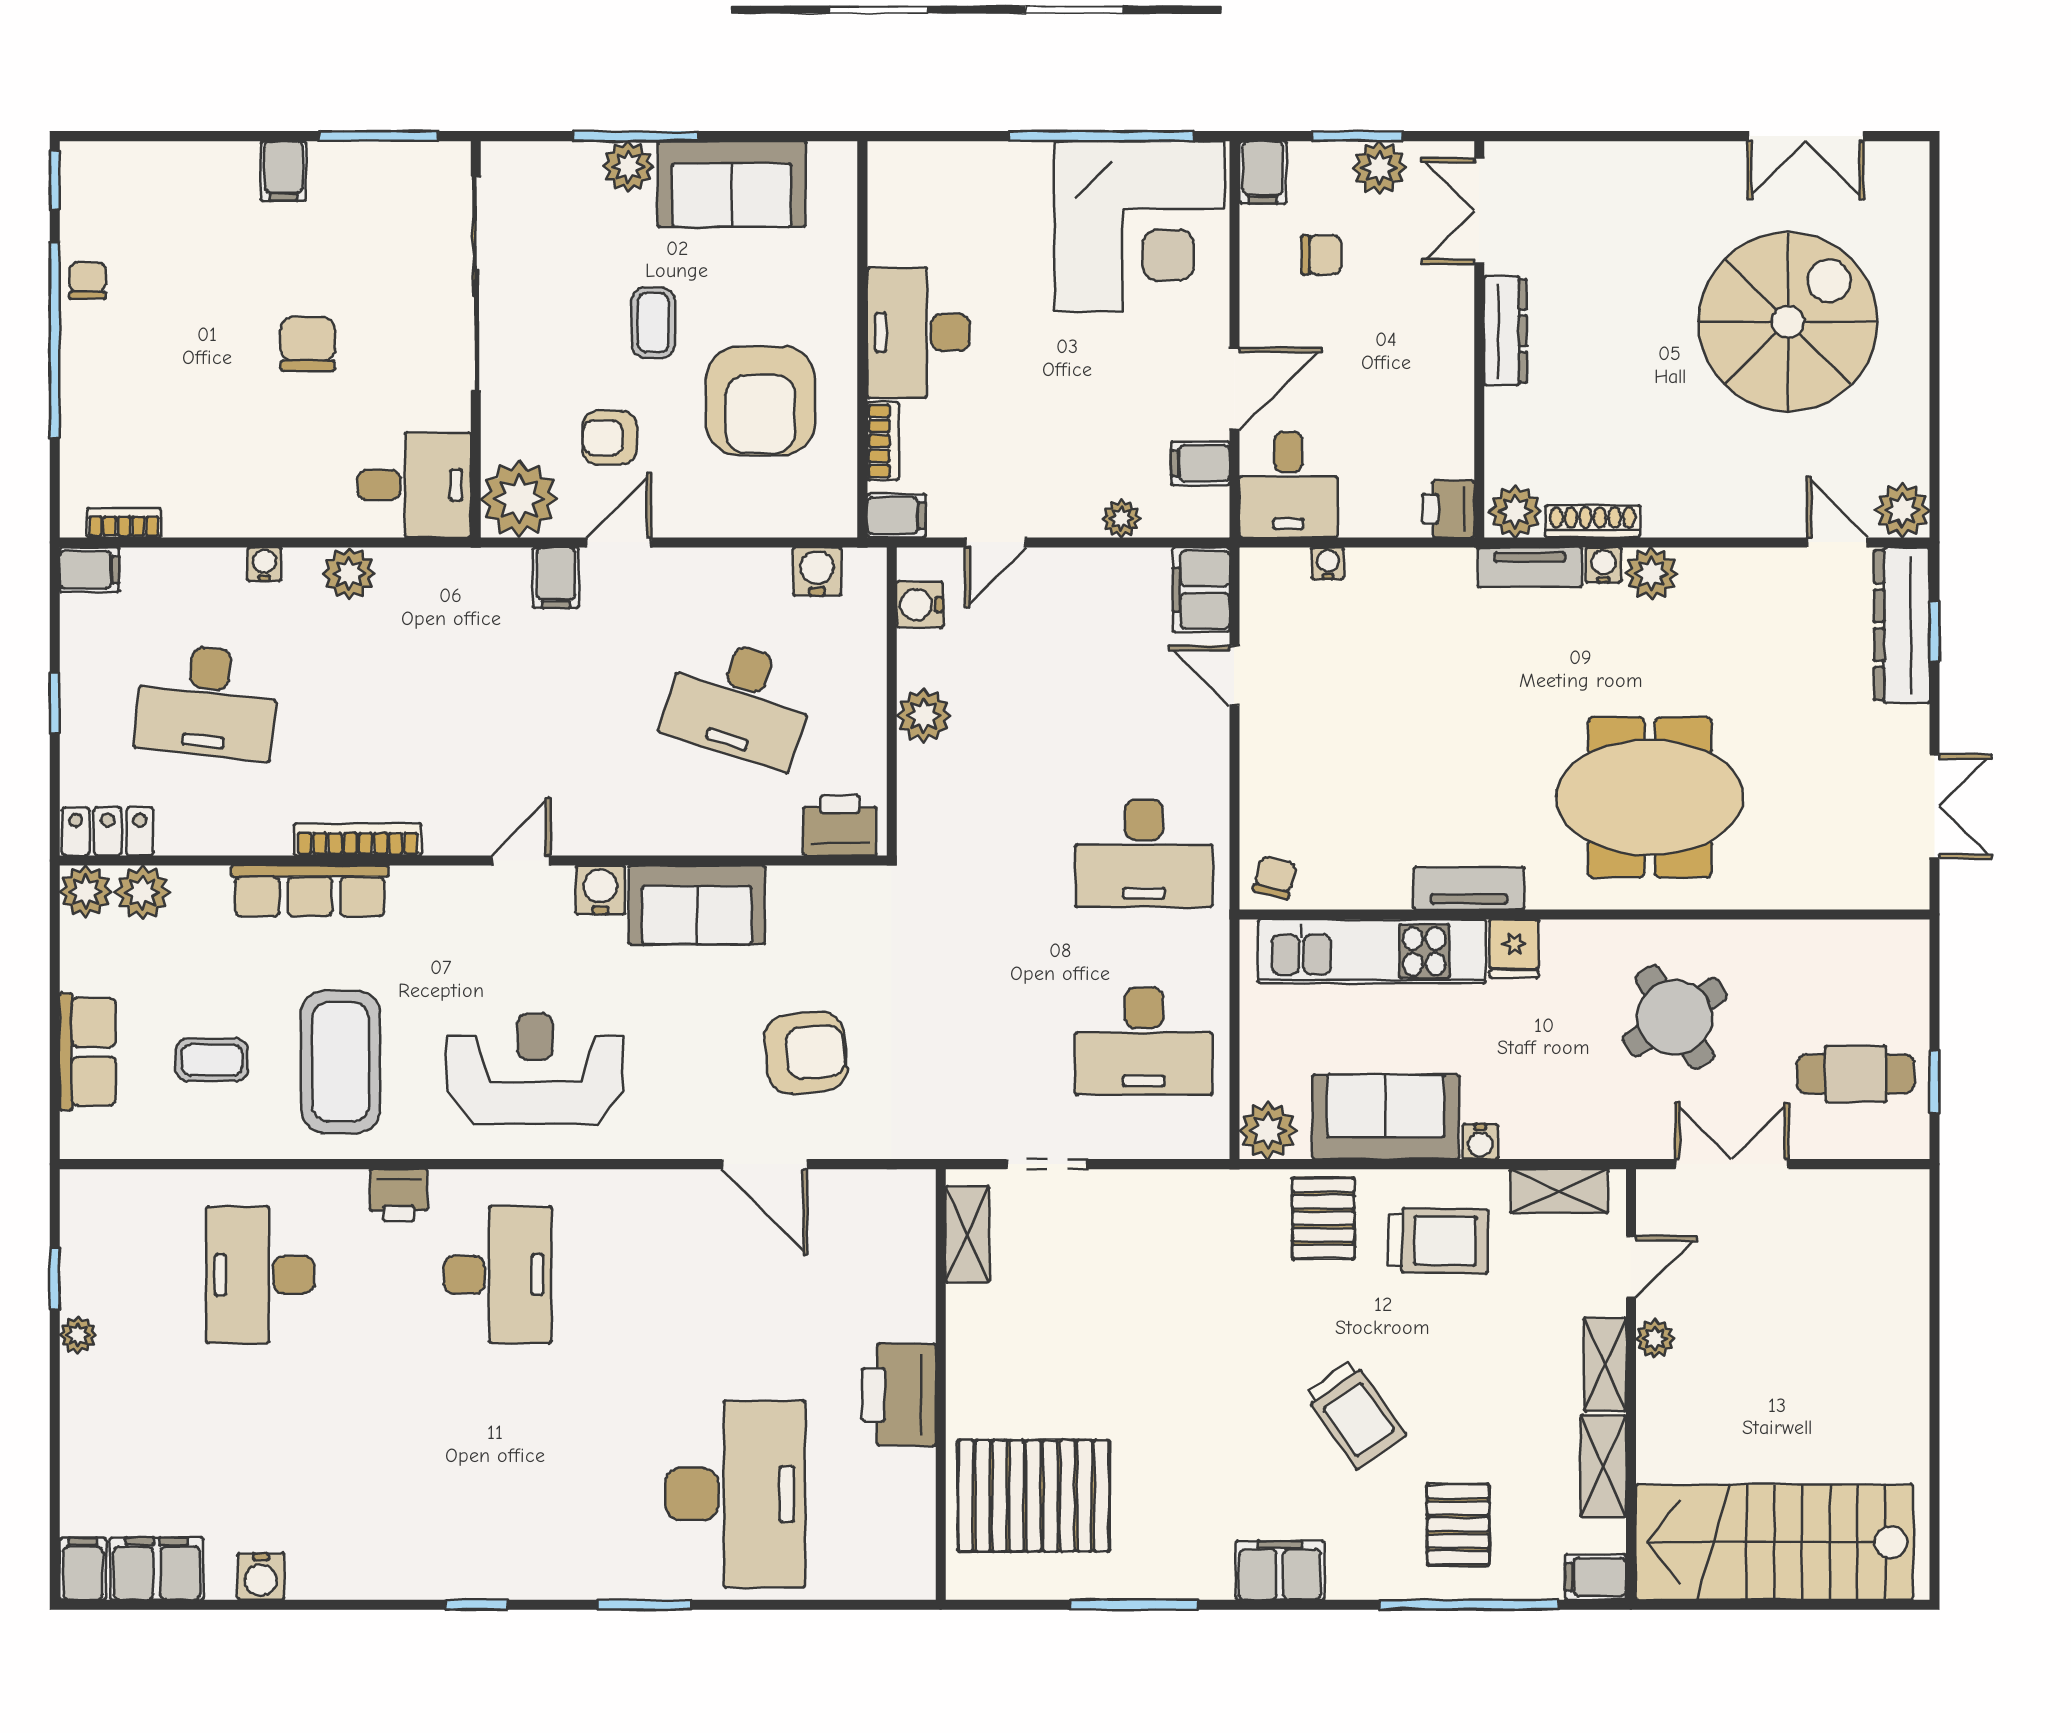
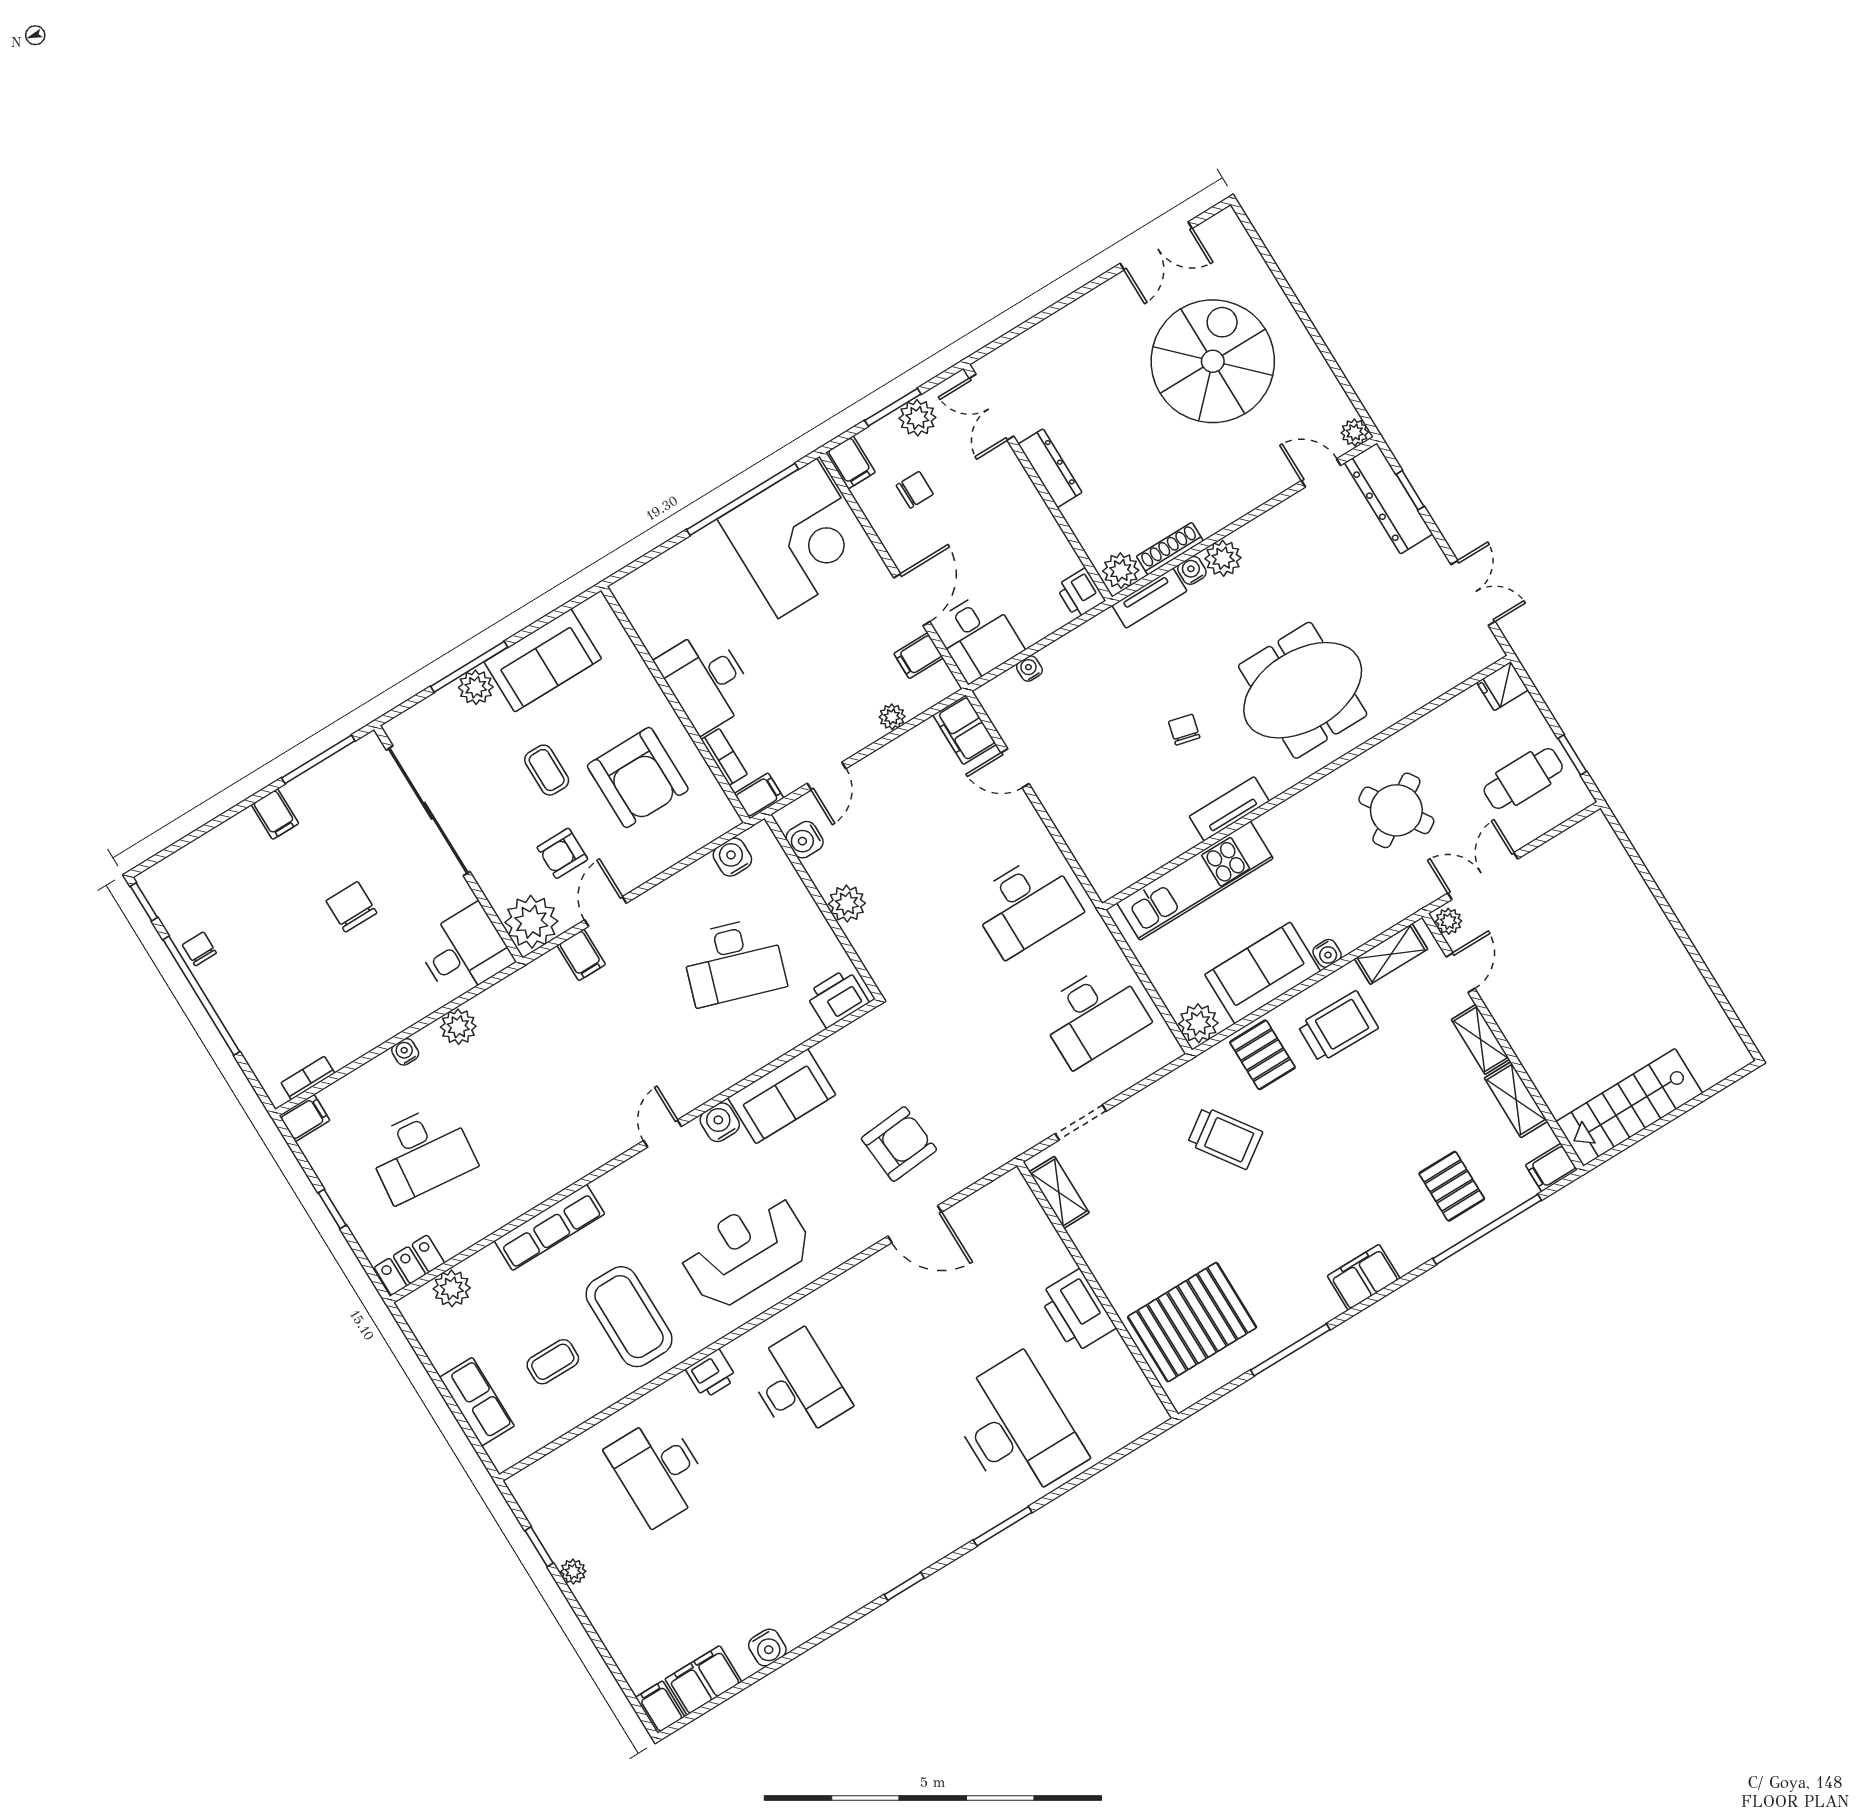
plant: (1902, 510) -> (1355, 432), width x0.73, depth x0.73
bookcase: (358, 840) -> (559, 1180), removed
chair: (1275, 877) -> (1184, 730), moved
plant: (86, 892) -> (418, 1308), removed
fridge: (1514, 949) -> (1502, 686), moved, turned 90
plant: (1655, 1339) -> (1449, 921), moved
trolley: (1355, 1414) -> (1225, 1138), moved
stairs: (1774, 1542) -> (1629, 1107), width x0.73, depth x0.66

